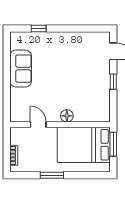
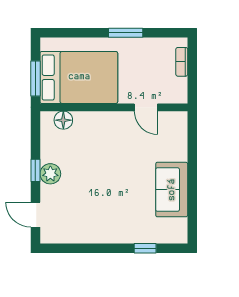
plant: (103, 79) -> (50, 174), added
floor lamp: (67, 116) -> (63, 120), moved

